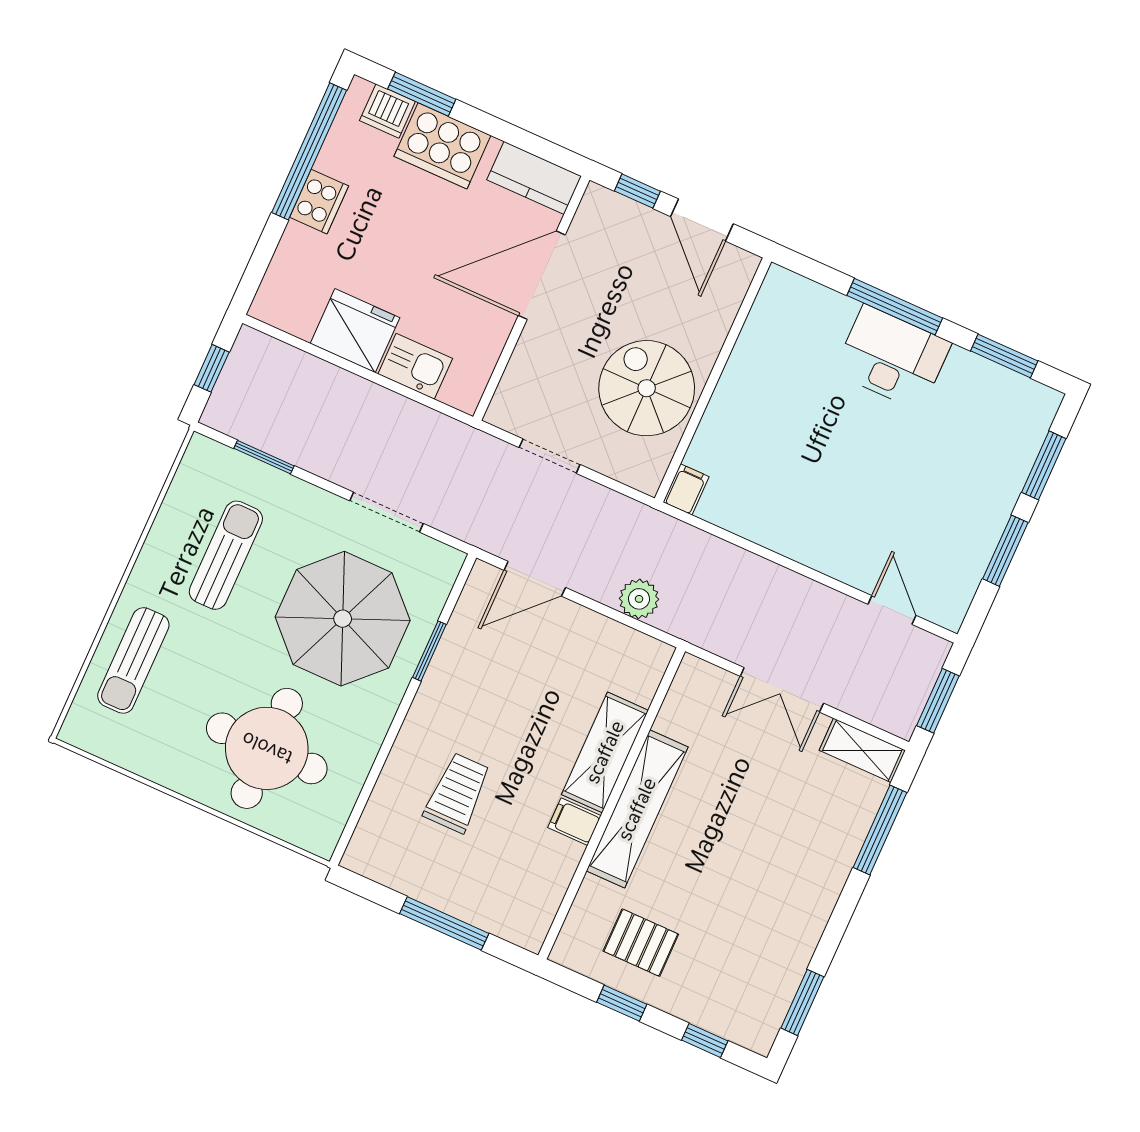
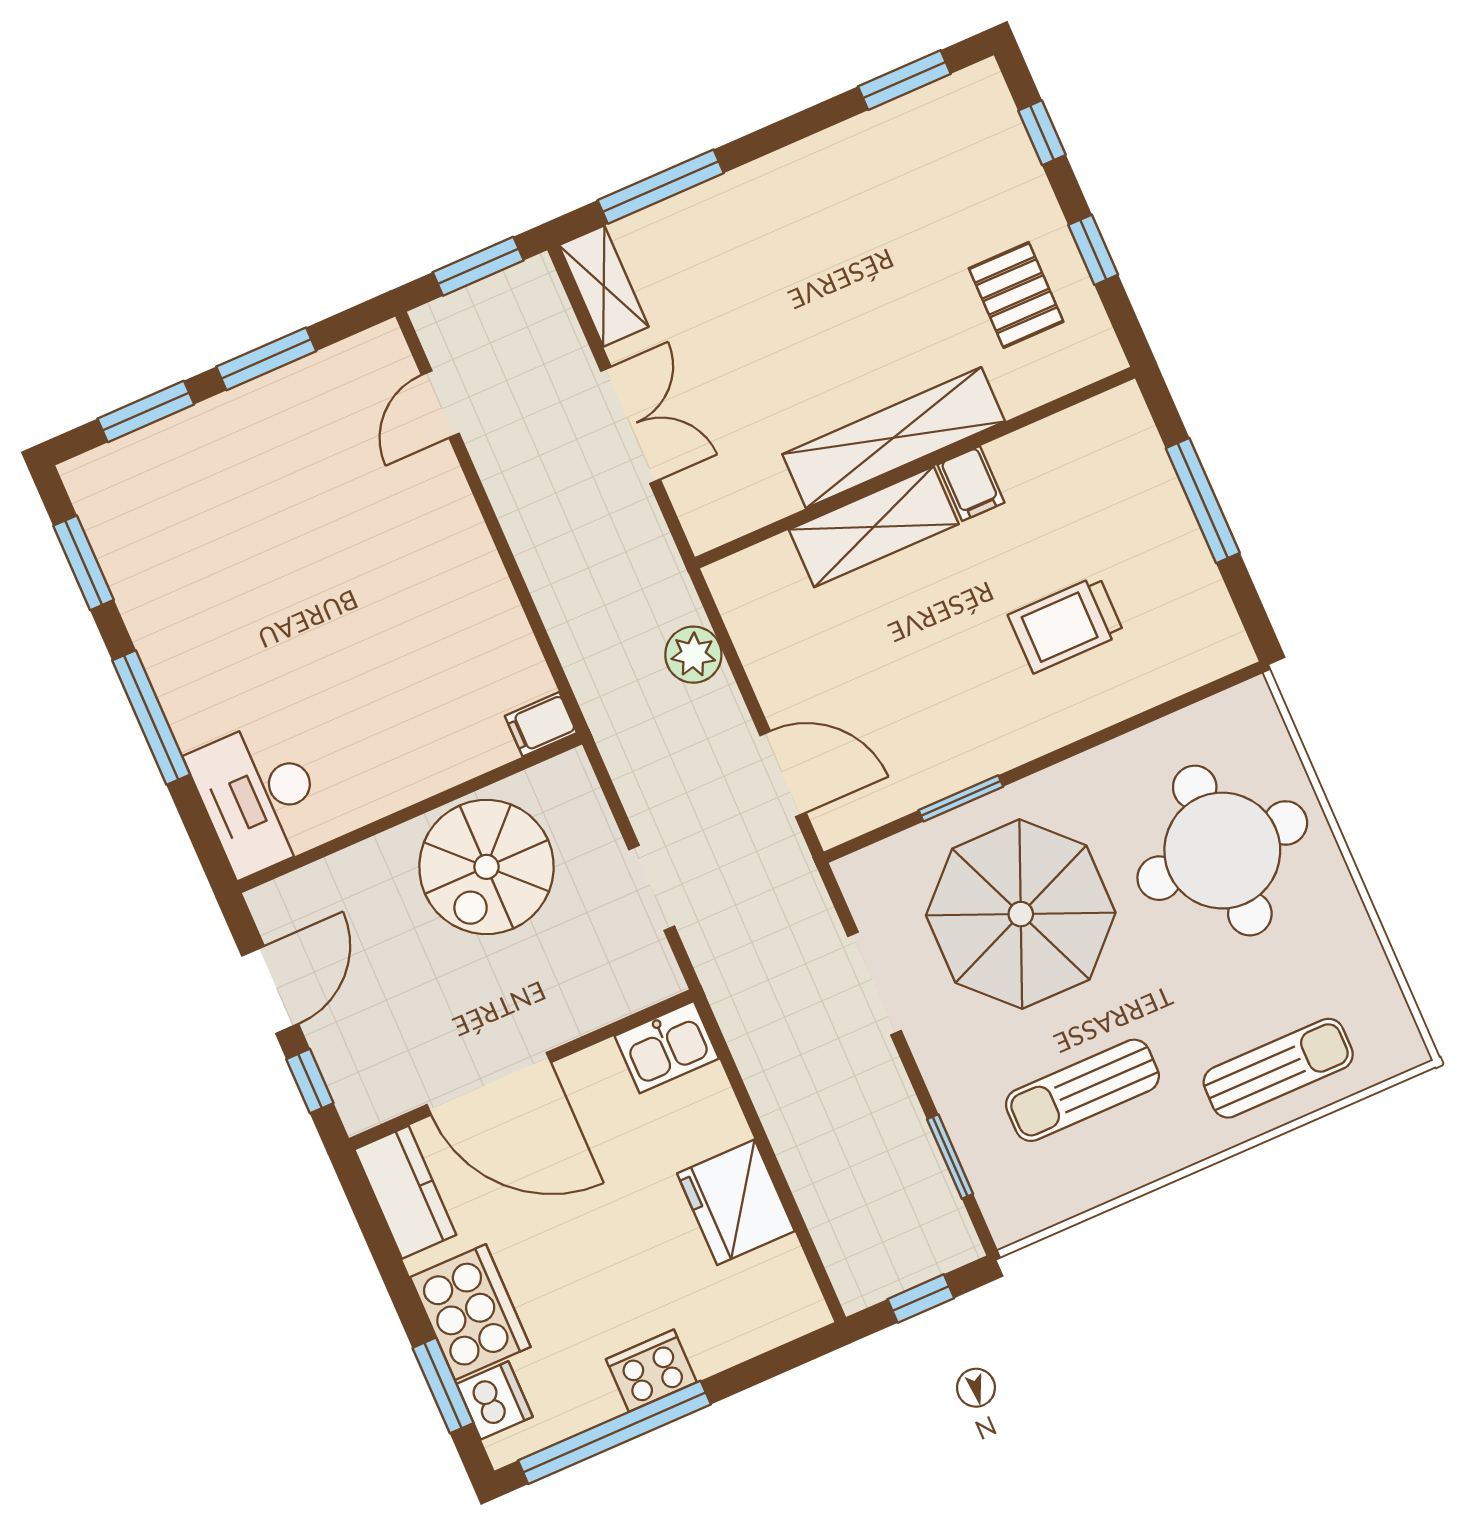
desk: (892, 358) -> (259, 797), moved
kitchen sink: (415, 366) -> (667, 1047), moved, turned -90

